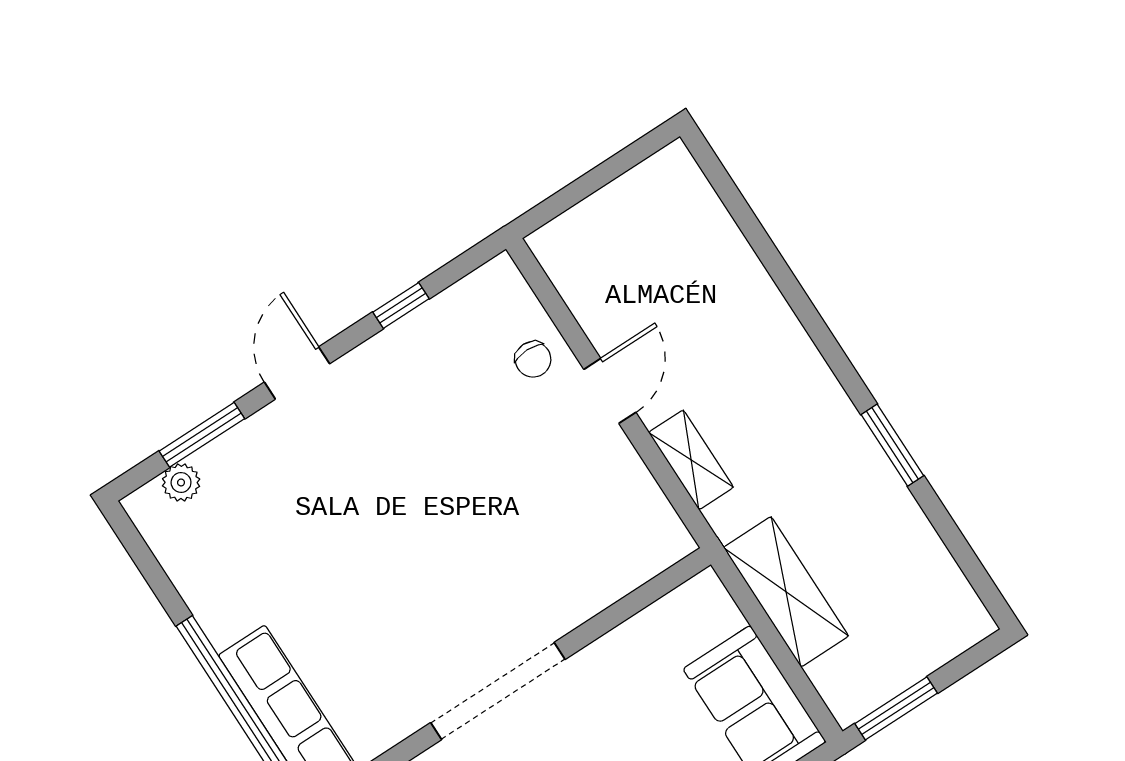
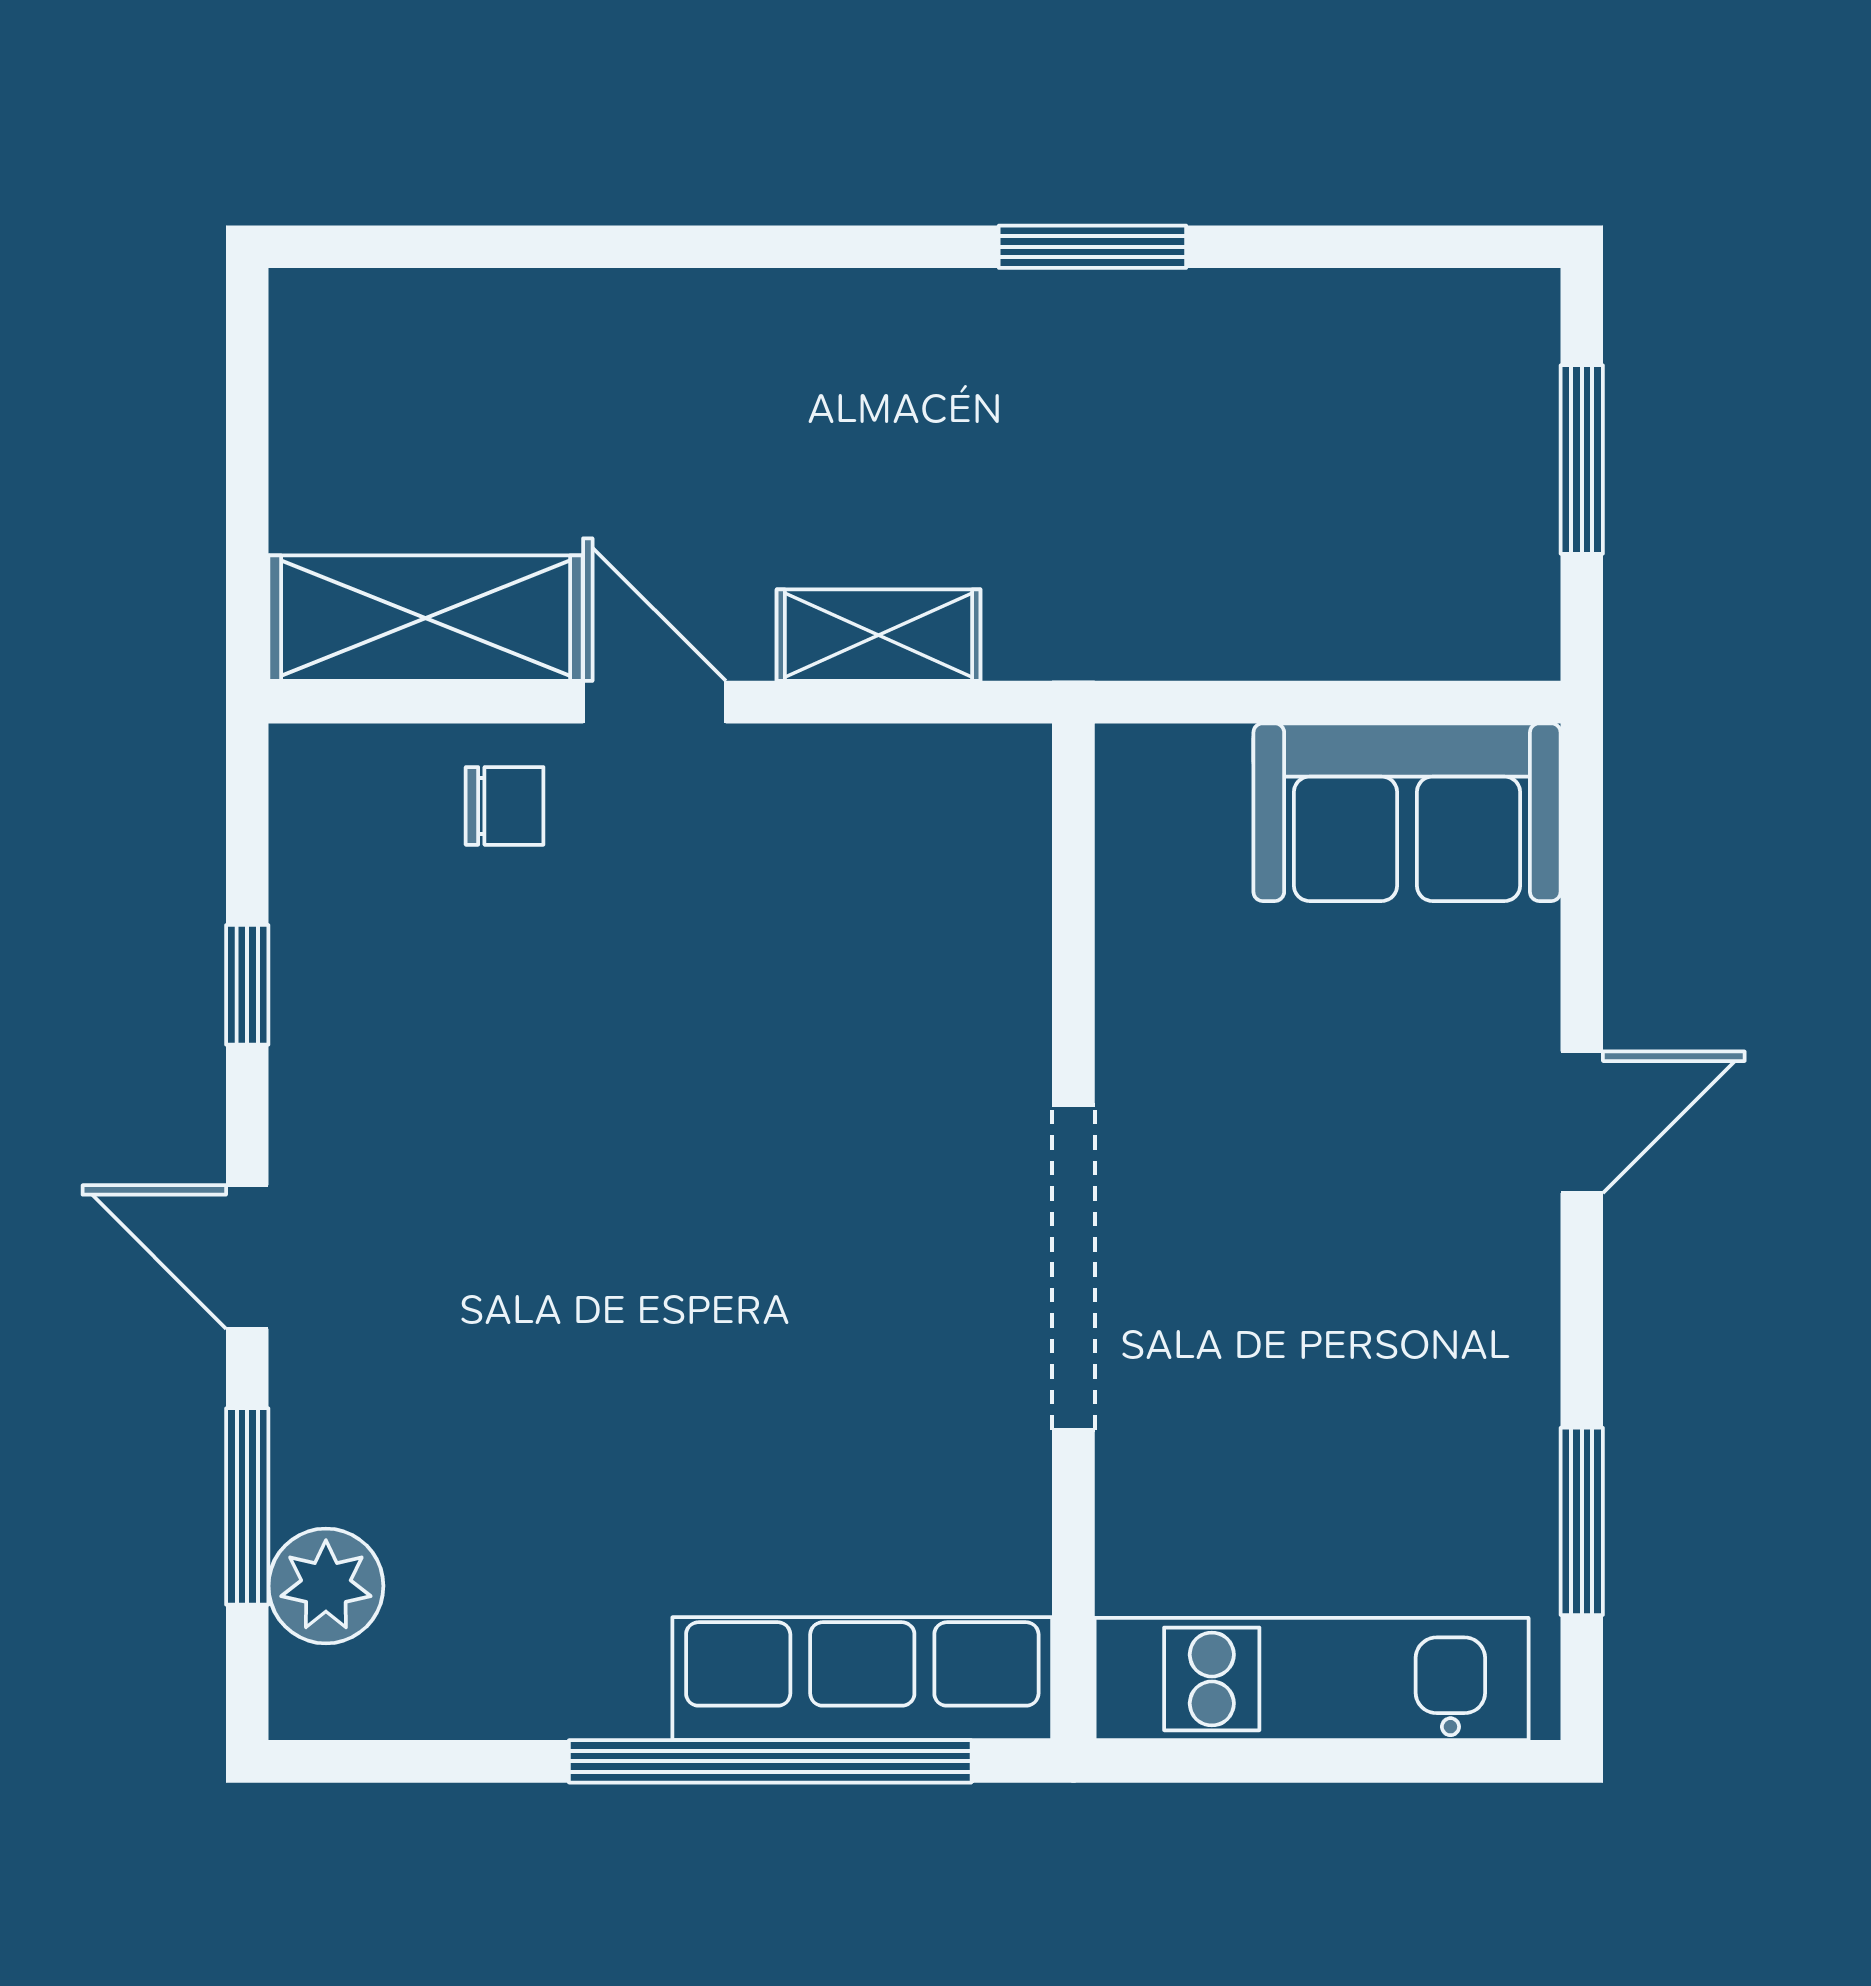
plant: (181, 482) -> (326, 1586), width x1.38, depth x1.38
shelving: (786, 592) -> (426, 618), moved
window: (896, 708) -> (1582, 460), moved

